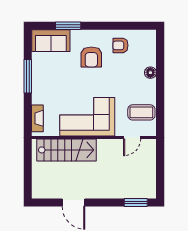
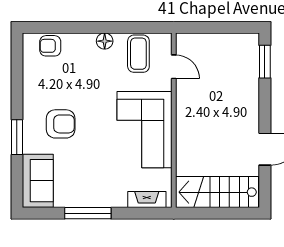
window: (68, 26) -> (17, 137), moved
armchair: (120, 45) -> (50, 46), moved, turned 90
floor lamp: (150, 73) -> (105, 41), moved
stairs: (67, 150) -> (217, 192), moved, turned -90

